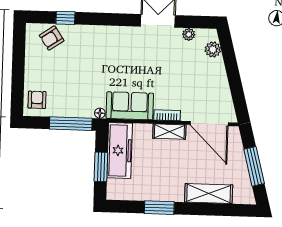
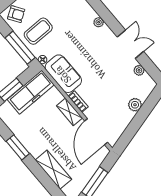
plant: (112, 32) -> (99, 22), added
plant: (213, 49) -> (135, 105), moved
coffee table: (71, 94) -> (38, 31), added
armchair: (37, 100) -> (16, 14), turned 57

